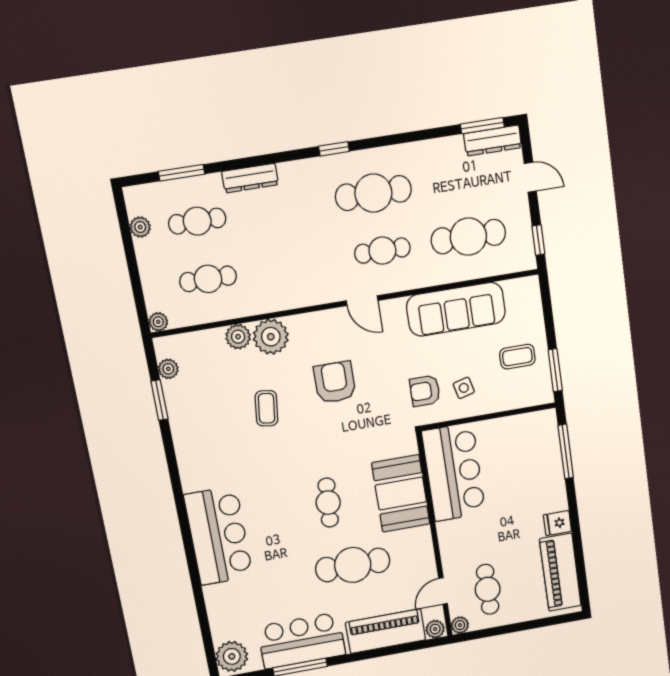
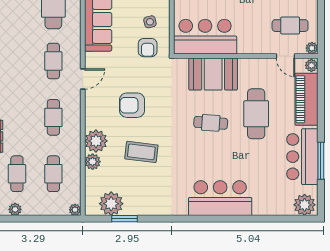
cafe table: (373, 193) -> (53, 117), moved, width x0.73, depth x0.74
plant: (168, 369) -> (111, 204), width x1.87, depth x1.87
coffee table: (267, 408) -> (141, 152), width x1.36, depth x1.30

